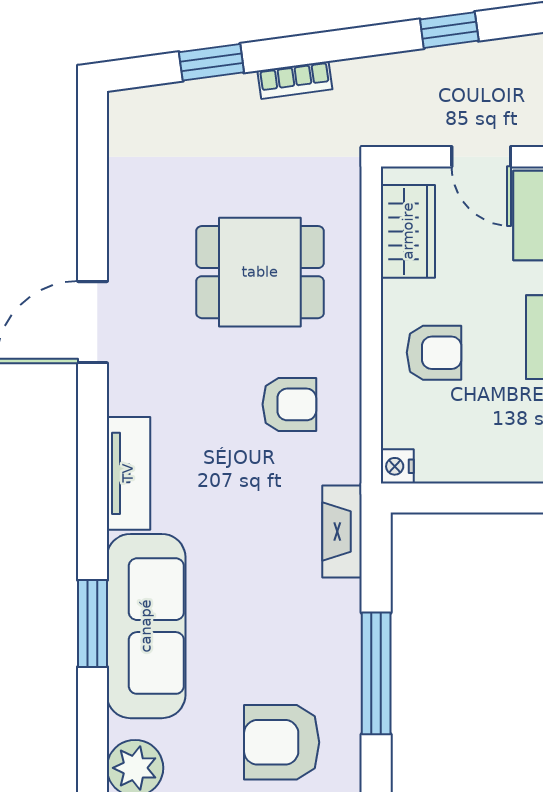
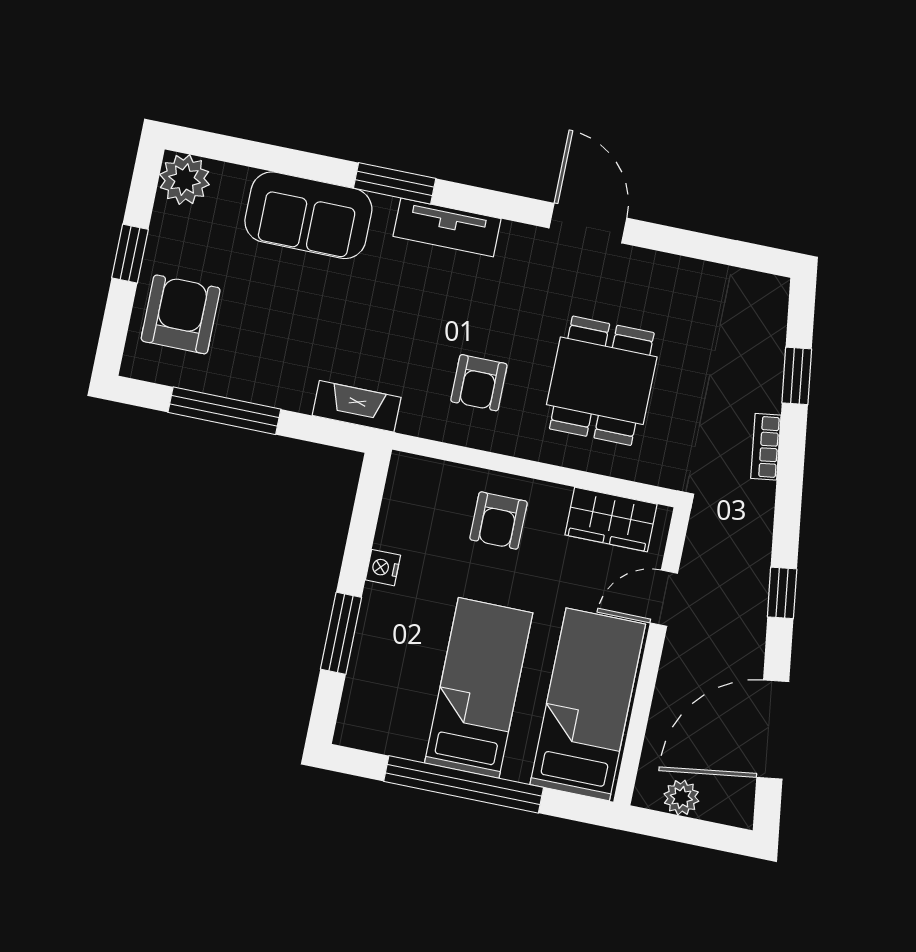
nightstand: (397, 466) -> (383, 568), moved, turned -90
window: (92, 623) -> (395, 183), moved
sofa: (146, 626) -> (308, 215), width x0.73

